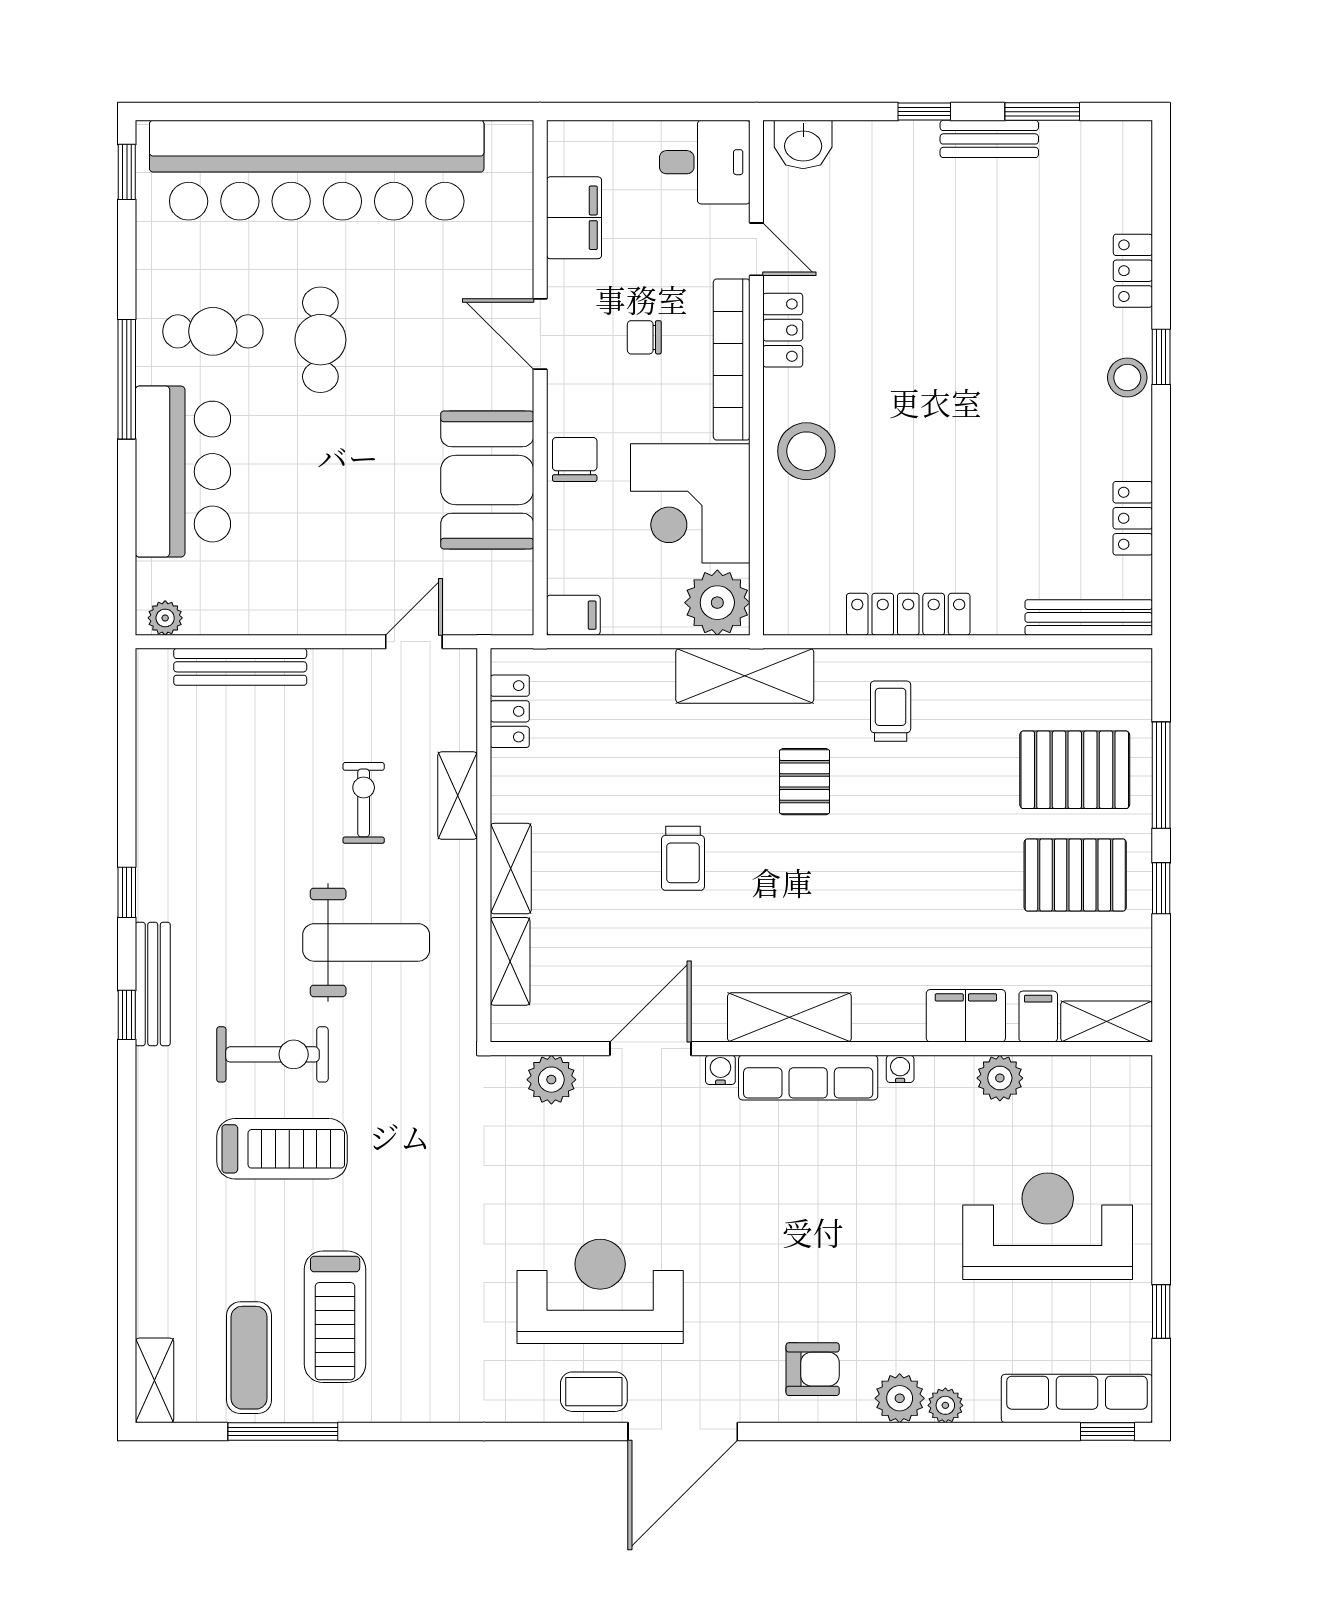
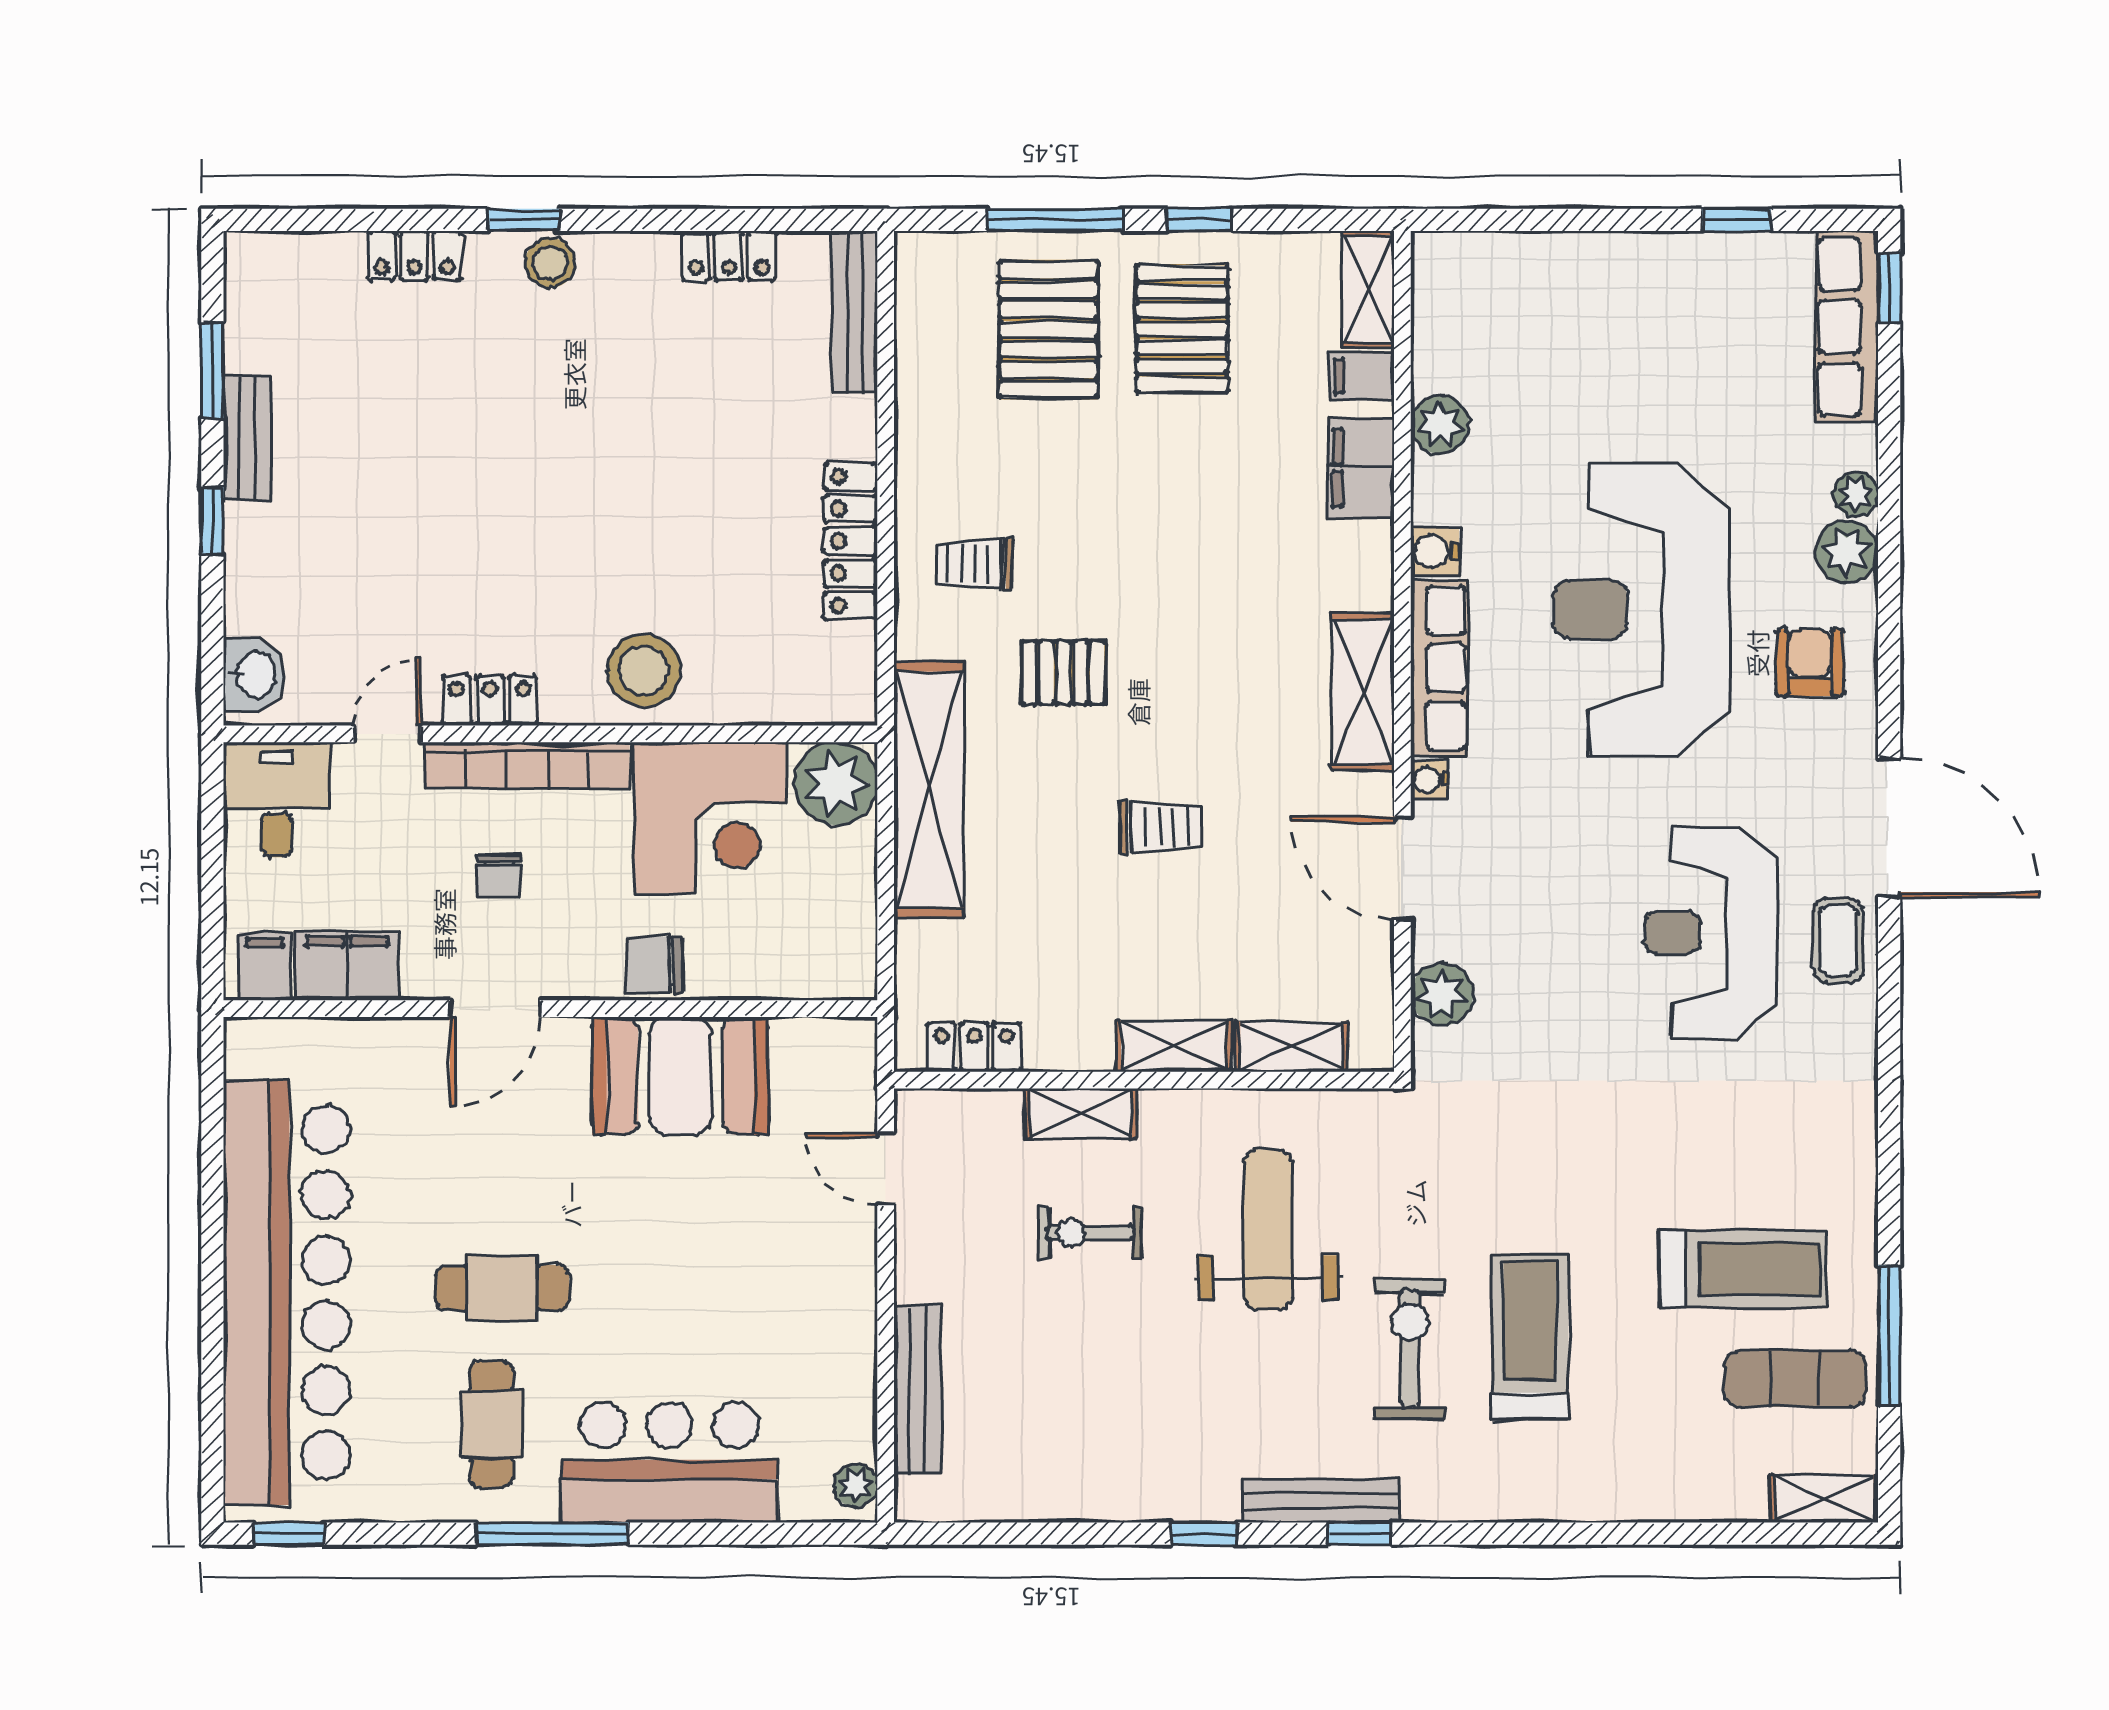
filing cabinet: (573, 615) -> (265, 966), moved
shelving: (745, 676) -> (929, 790), width x1.47
water cooler: (900, 1069) -> (1435, 551), width x1.38, depth x1.38
reception desk: (1048, 1226) -> (1642, 610), moved, width x1.36, depth x1.30

